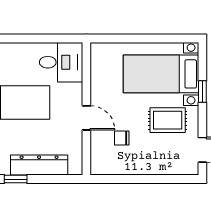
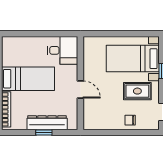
chair: (122, 138) -> (130, 120), moved
window: (16, 179) -> (44, 132), moved

